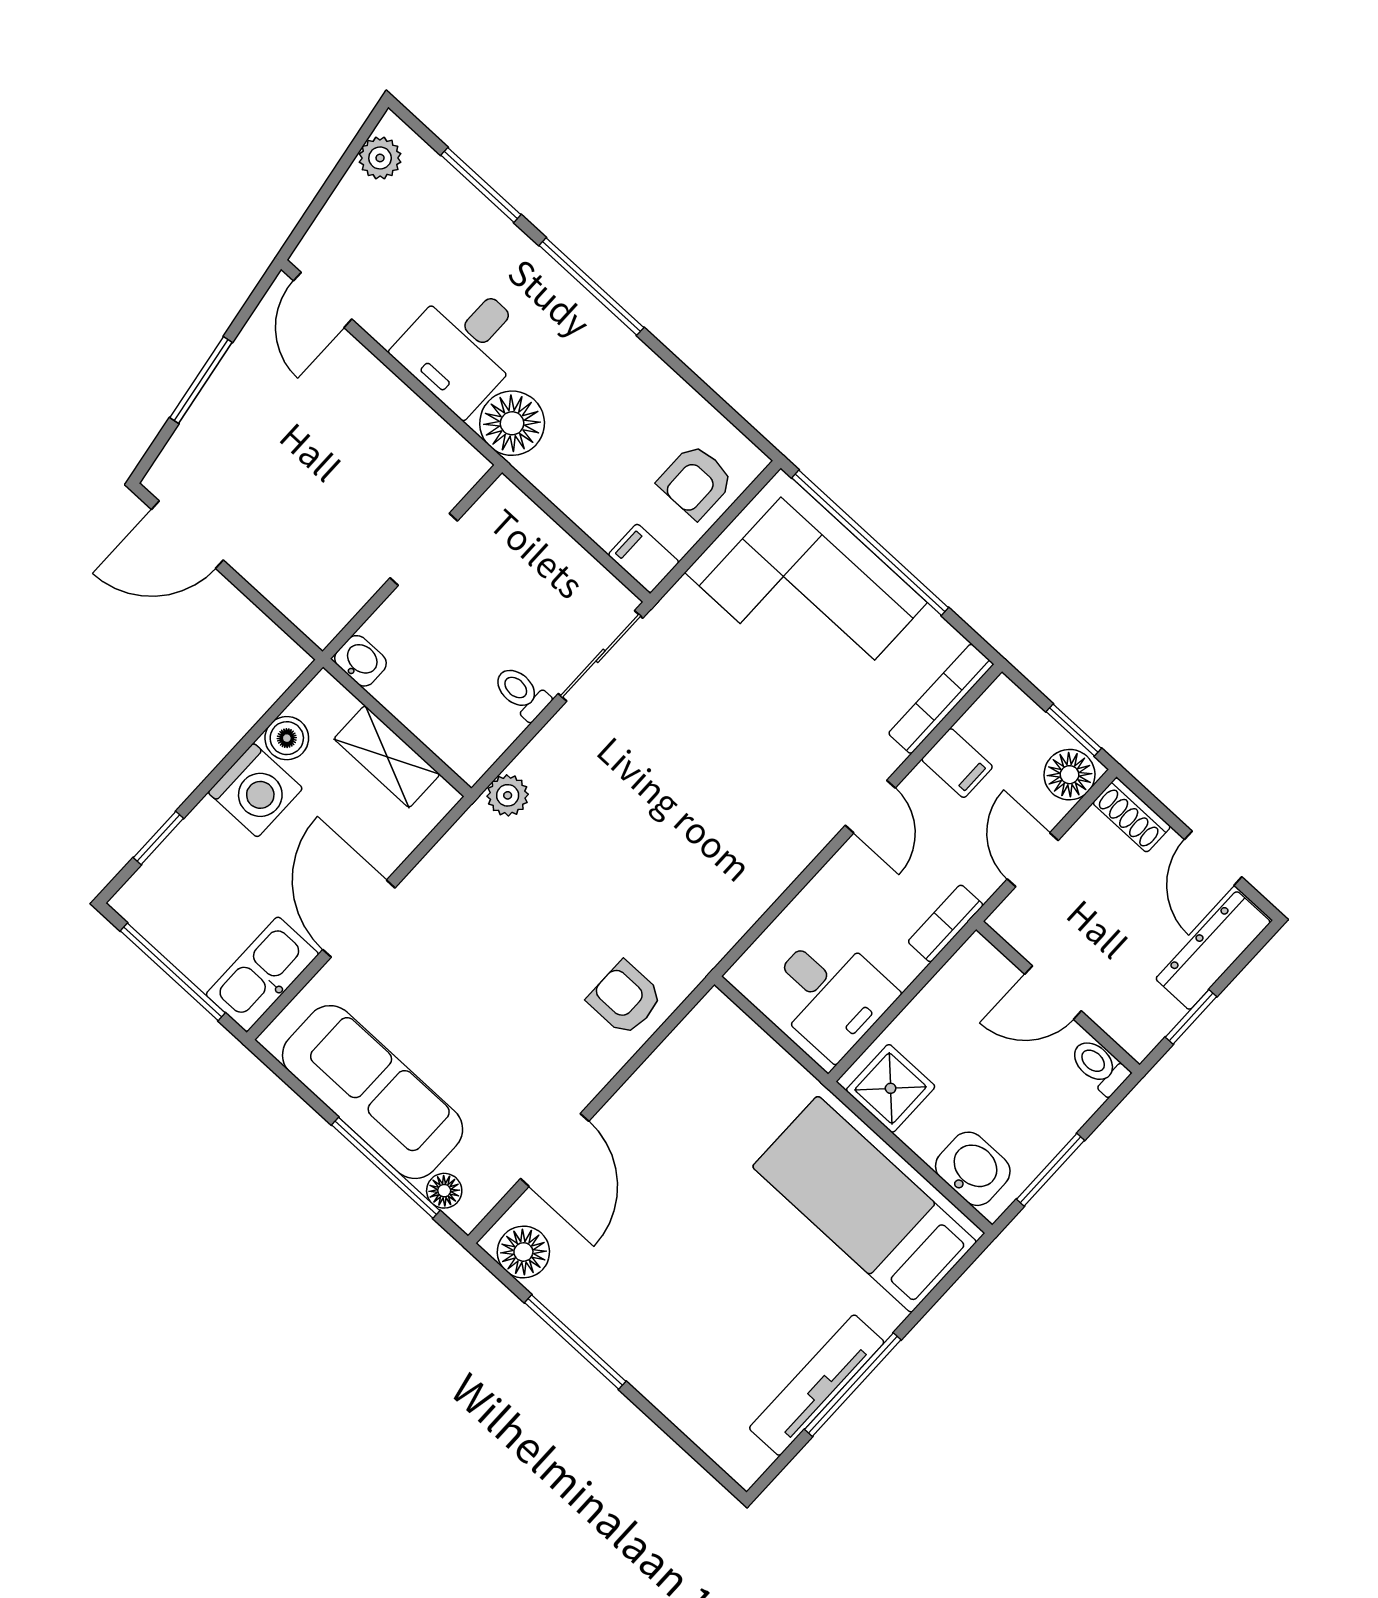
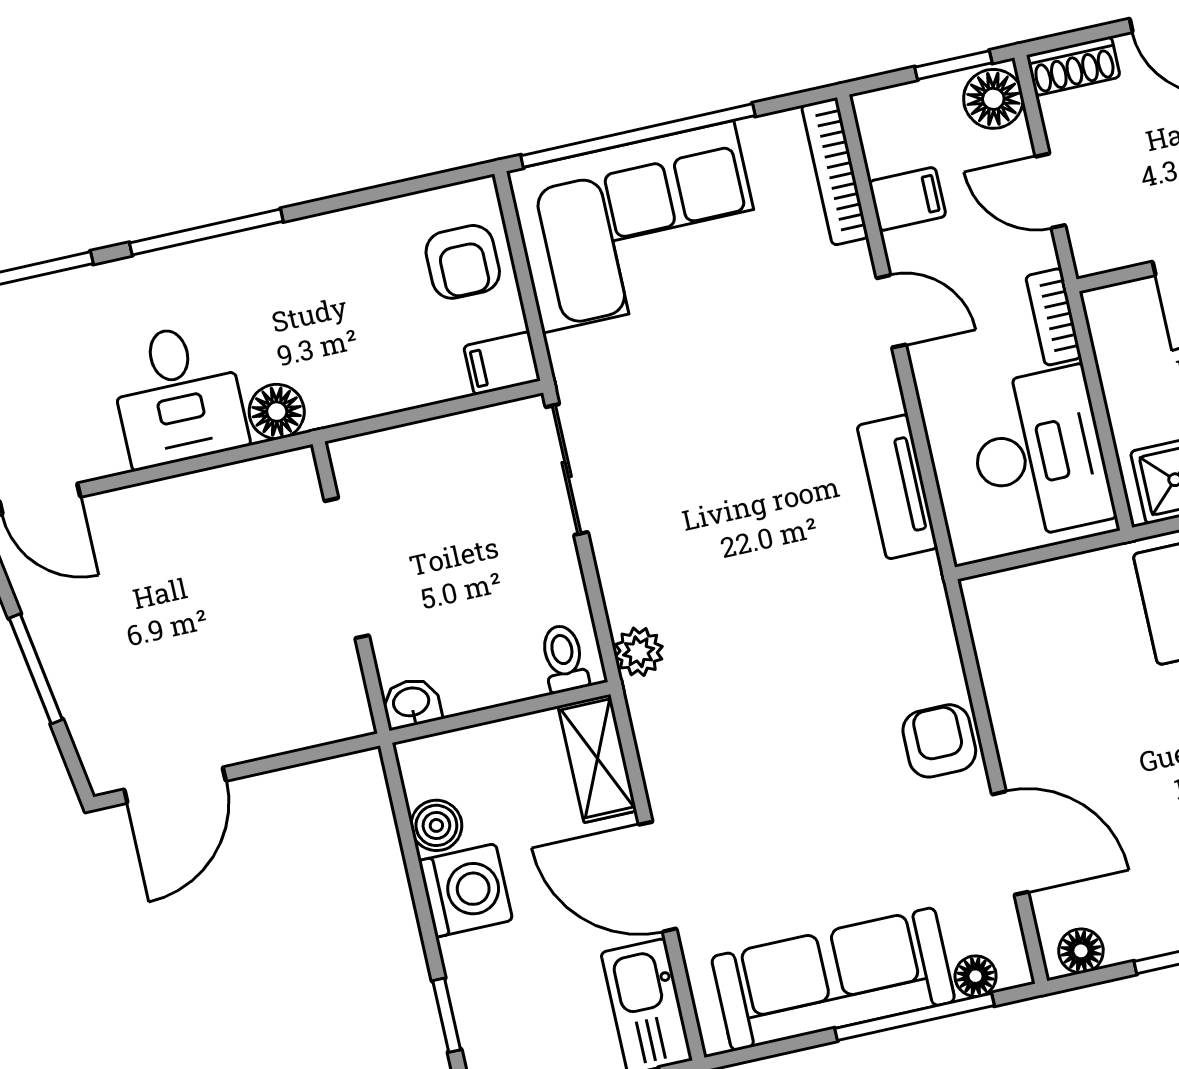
floor lamp: (512, 423) -> (277, 412), width x0.73, depth x0.73
doorway: (424, 549) -> (347, 568), width x1.38
toilet: (522, 693) -> (564, 658), moved, turned 90
shelving: (387, 757) -> (597, 758), moved, turned 90
tv unit: (750, 897) -> (897, 487), added
desk: (830, 994) -> (1039, 454), width x1.37
armchair: (625, 998) -> (939, 741), moved, turned 90
floor lamp: (523, 1252) -> (1081, 951), width x0.73, depth x0.73

